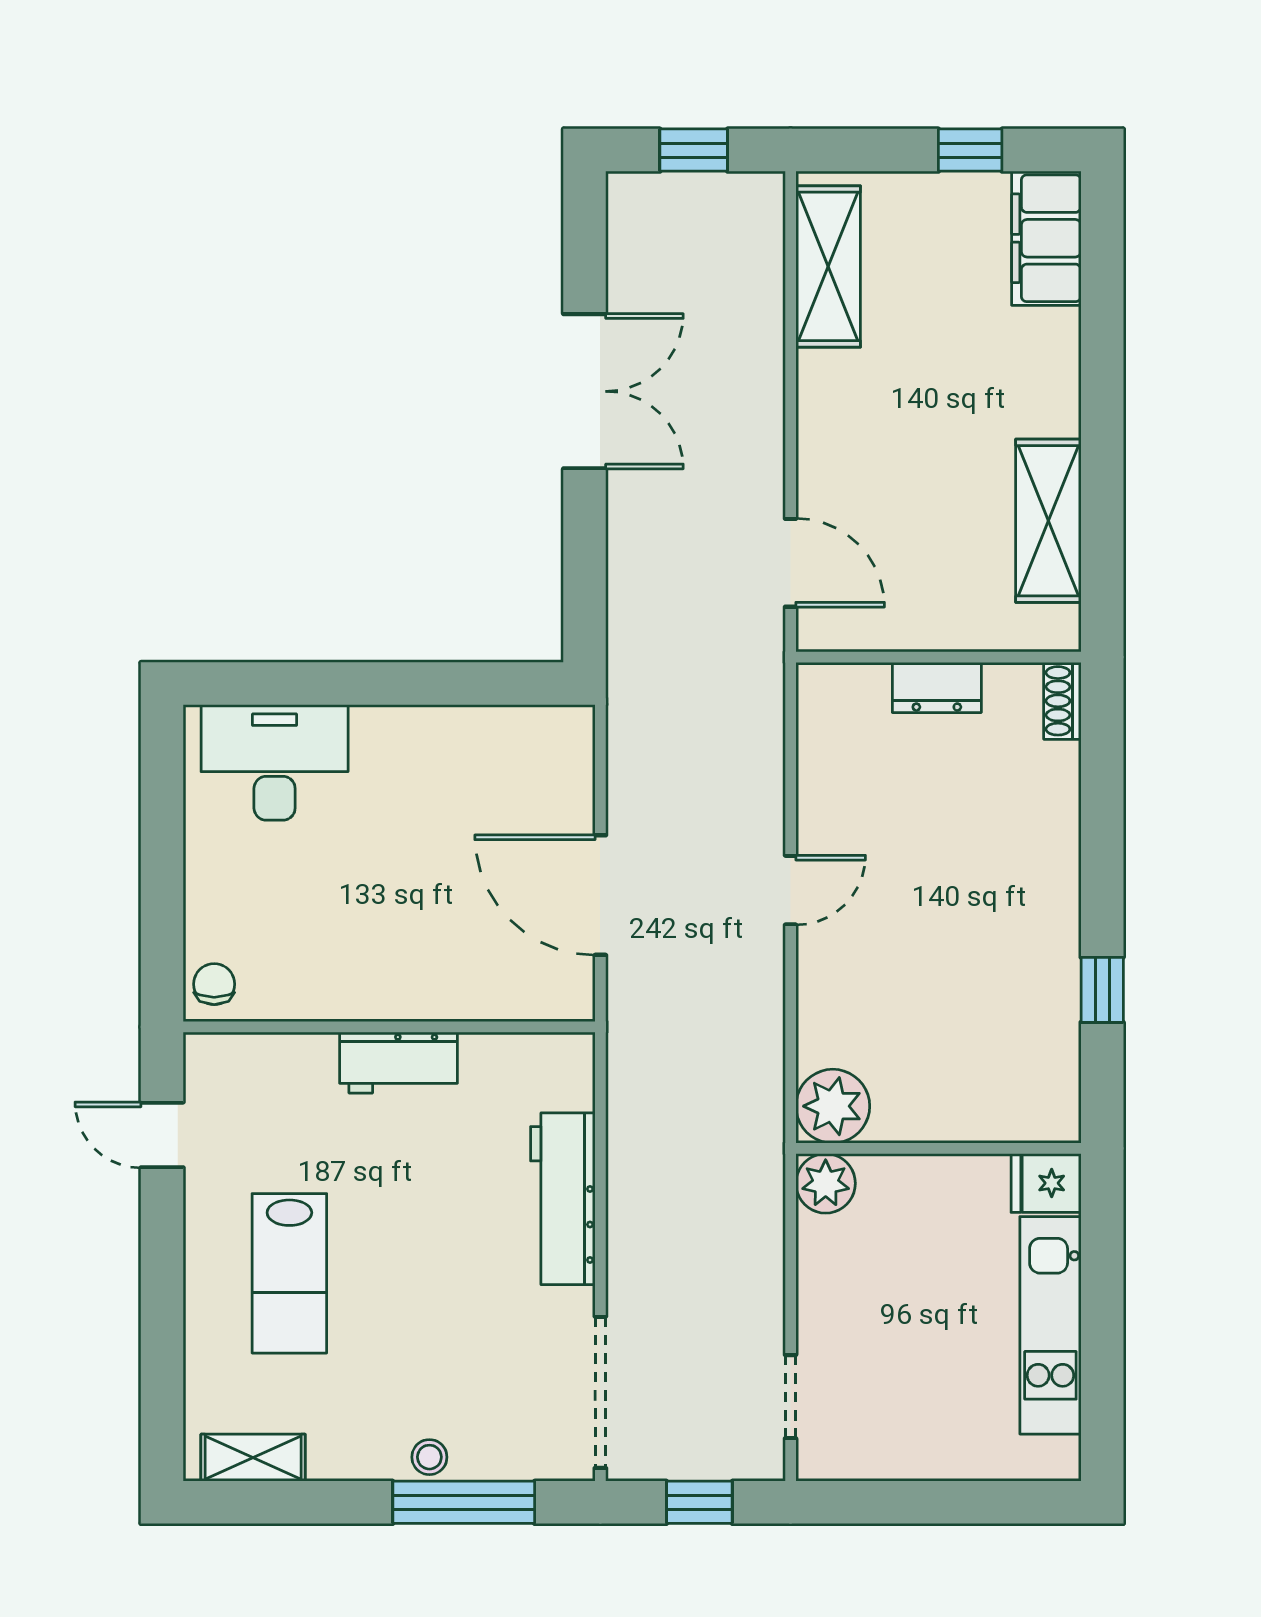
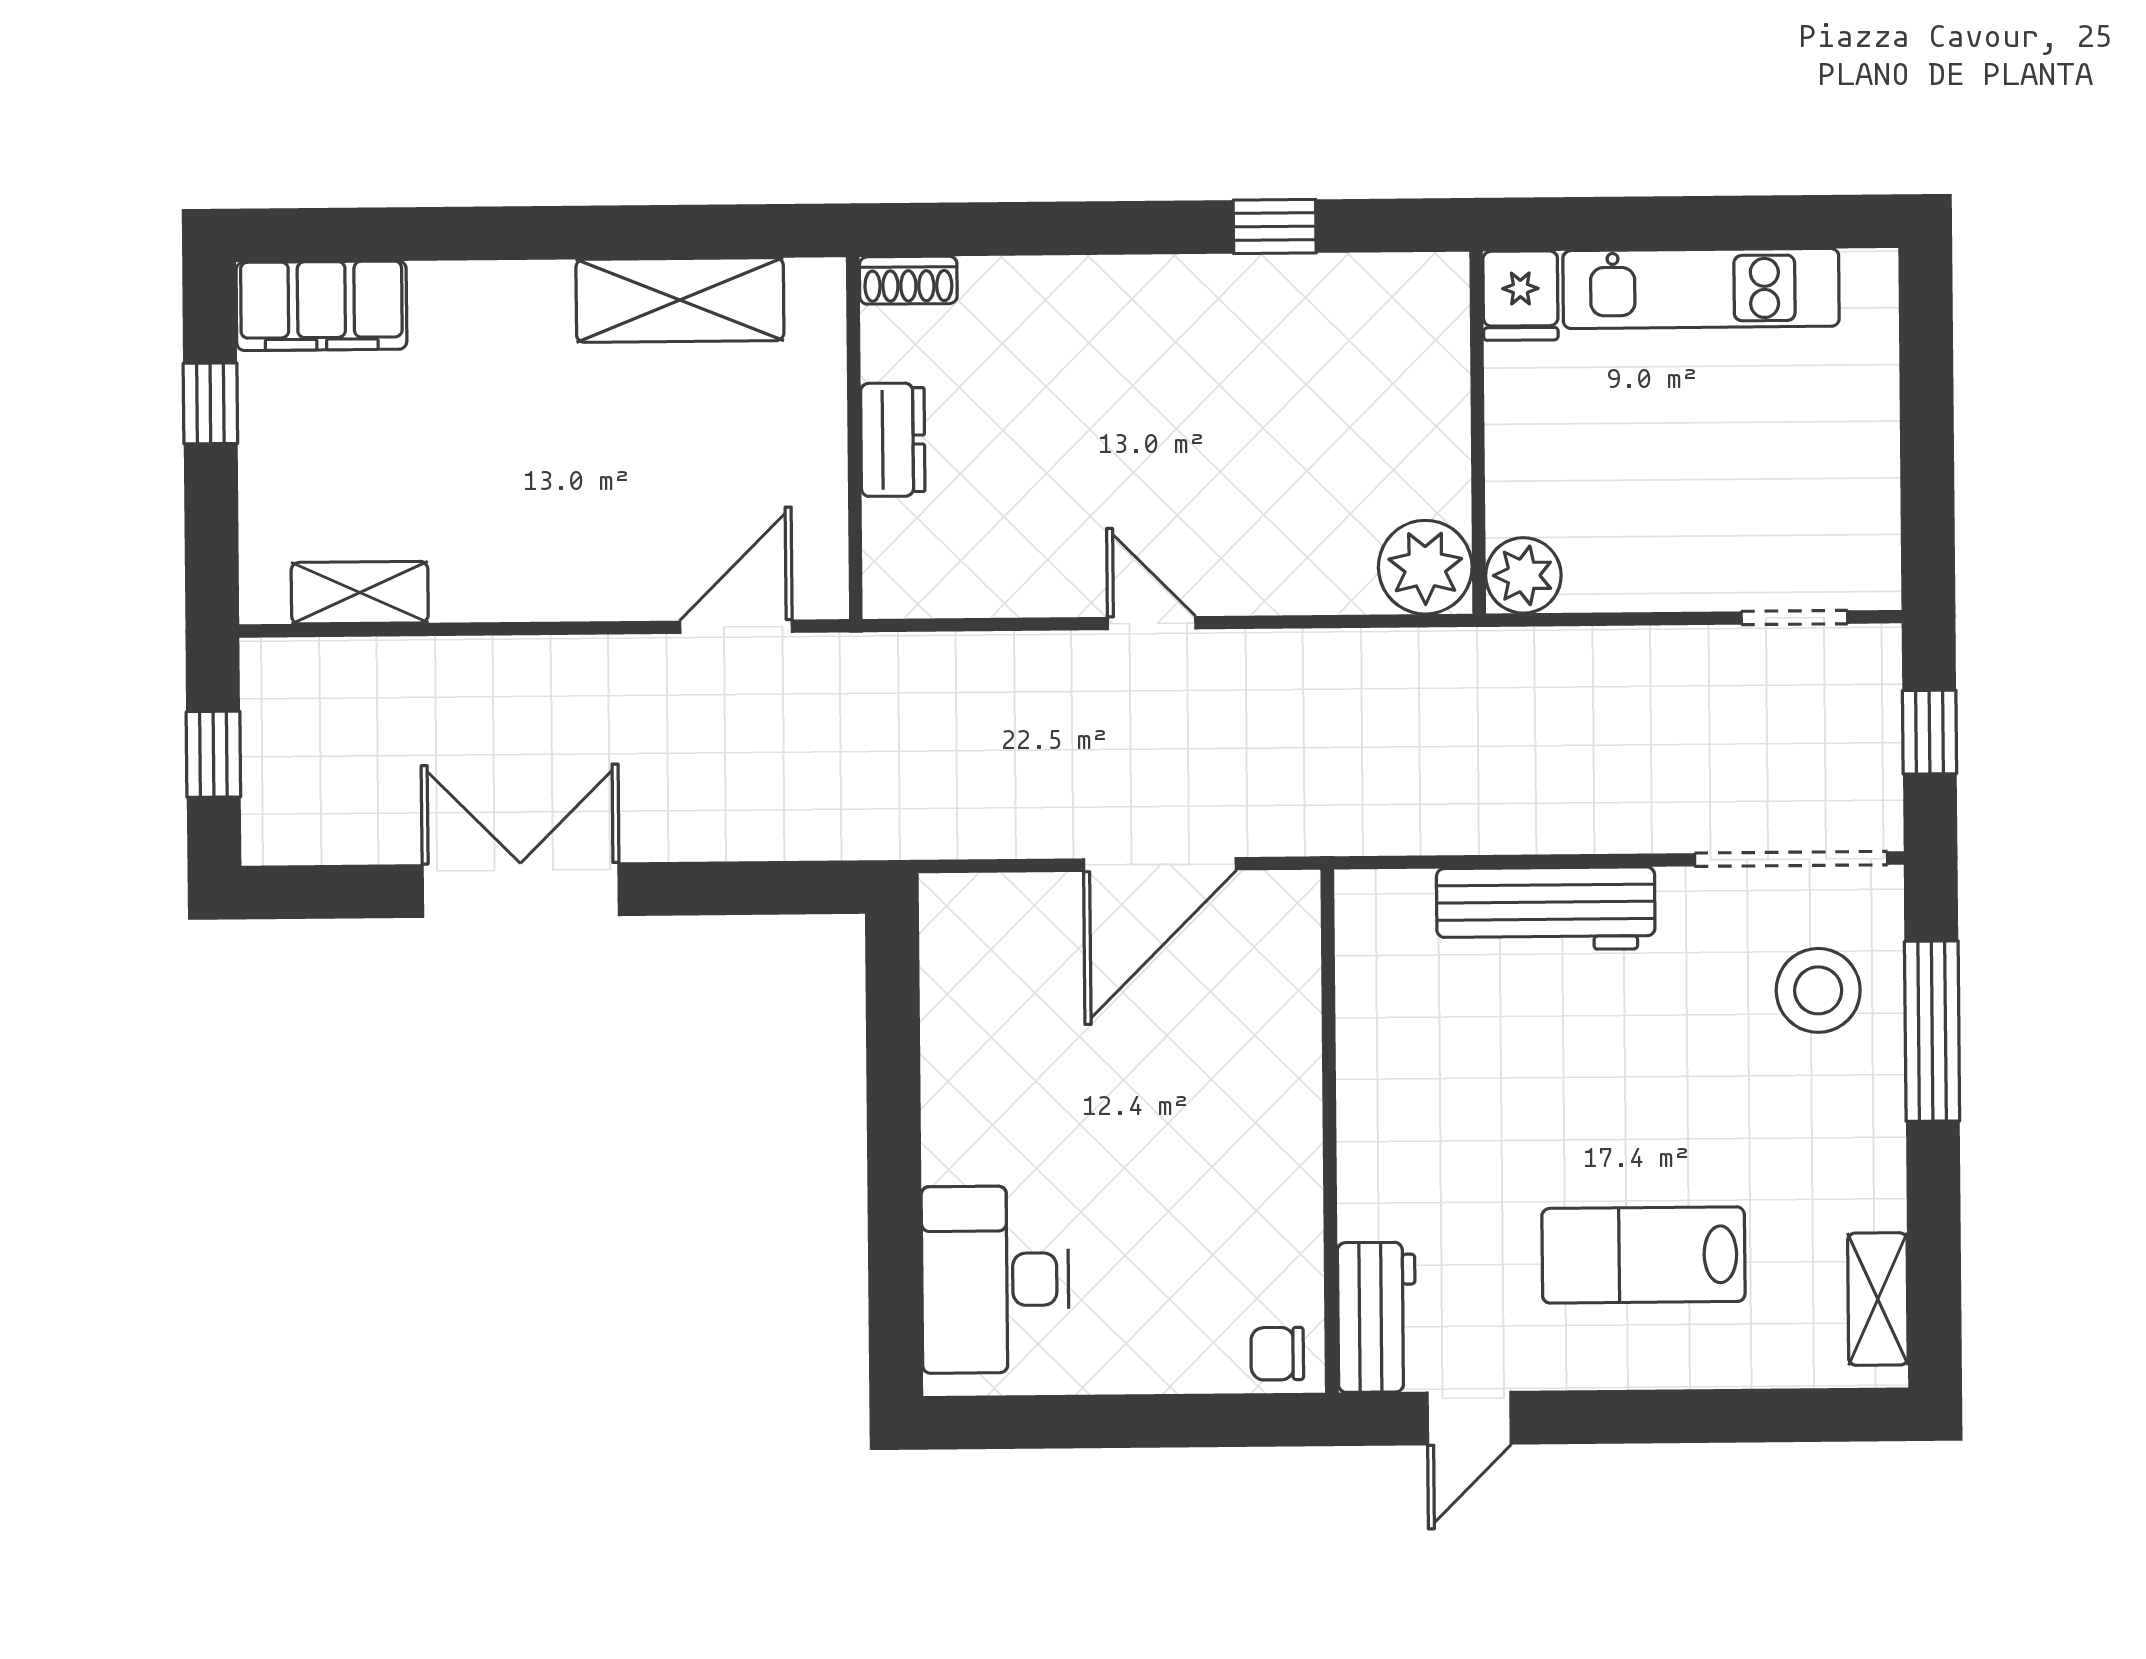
shelving: (828, 266) -> (360, 593), width x0.67, depth x0.75
workbench: (398, 1063) -> (1377, 1317), moved
lab bench: (289, 1273) -> (1643, 1255), turned 180
stool: (429, 1457) -> (1818, 990), moved, width x1.89, depth x1.89

